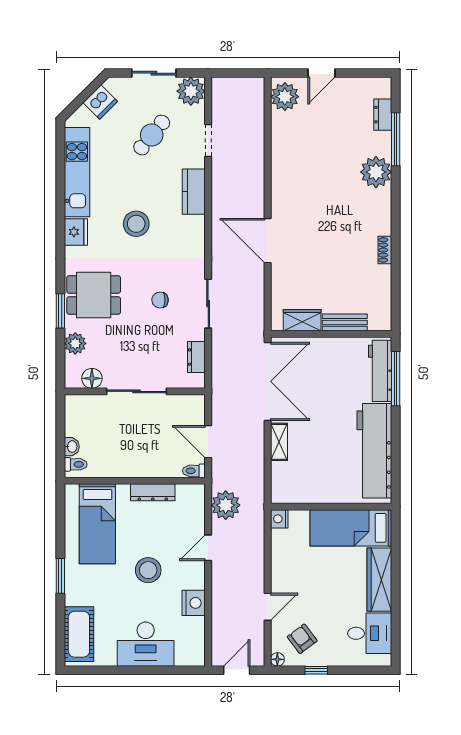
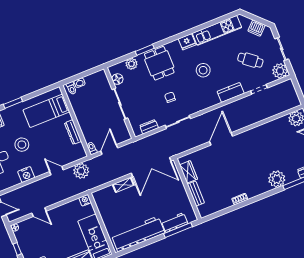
workbench: (380, 371) -> (175, 223), width x0.73
stool: (148, 570) -> (22, 145), moved
armchair: (302, 639) -> (30, 236), removed

